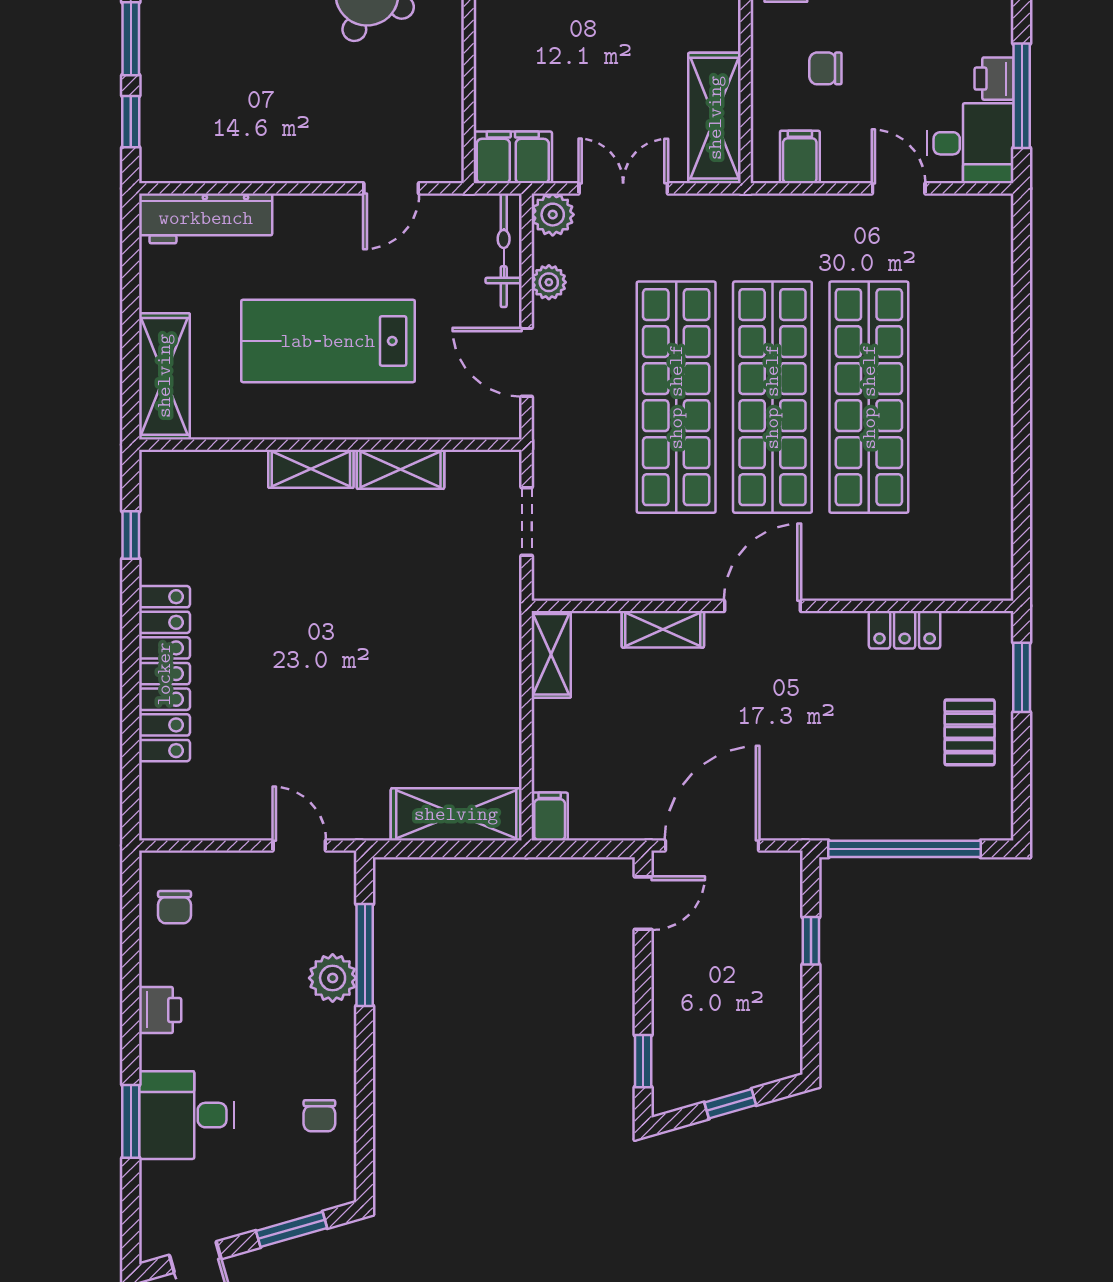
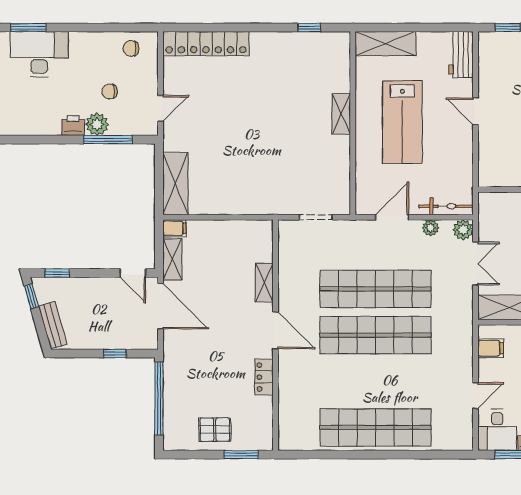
filing cabinet: (513, 157) -> (490, 211), removed
door: (391, 188) -> (476, 111), moved
workbench: (206, 218) -> (461, 55), width x0.73
lab bench: (328, 341) -> (402, 122), turned 180
shop shelf: (869, 397) -> (375, 427), moved
shelving: (400, 469) -> (341, 157), removed
locker: (905, 630) -> (264, 377), moved
shelving: (551, 654) -> (172, 259), moved, turned 90
locker: (164, 674) -> (206, 44), moved
printer: (160, 1010) -> (73, 126), moved, turned 180
bench: (752, 1070) -> (53, 325), added
window: (730, 1104) -> (31, 296), moved
desk: (186, 1115) -> (39, 54), width x1.37
chair: (319, 1116) -> (110, 92), moved

